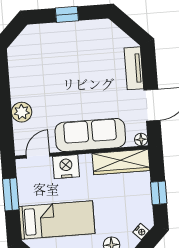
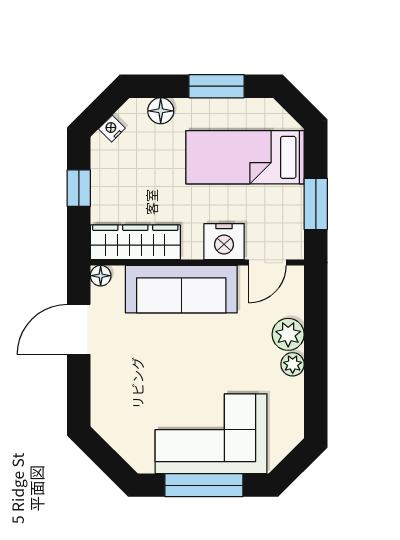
window: (67, 14) -> (204, 485), width x2.17
corner sofa: (65, 47) -> (211, 434), added
tv unit: (134, 68) -> (103, 391), removed
plant: (18, 94) -> (293, 364), added

